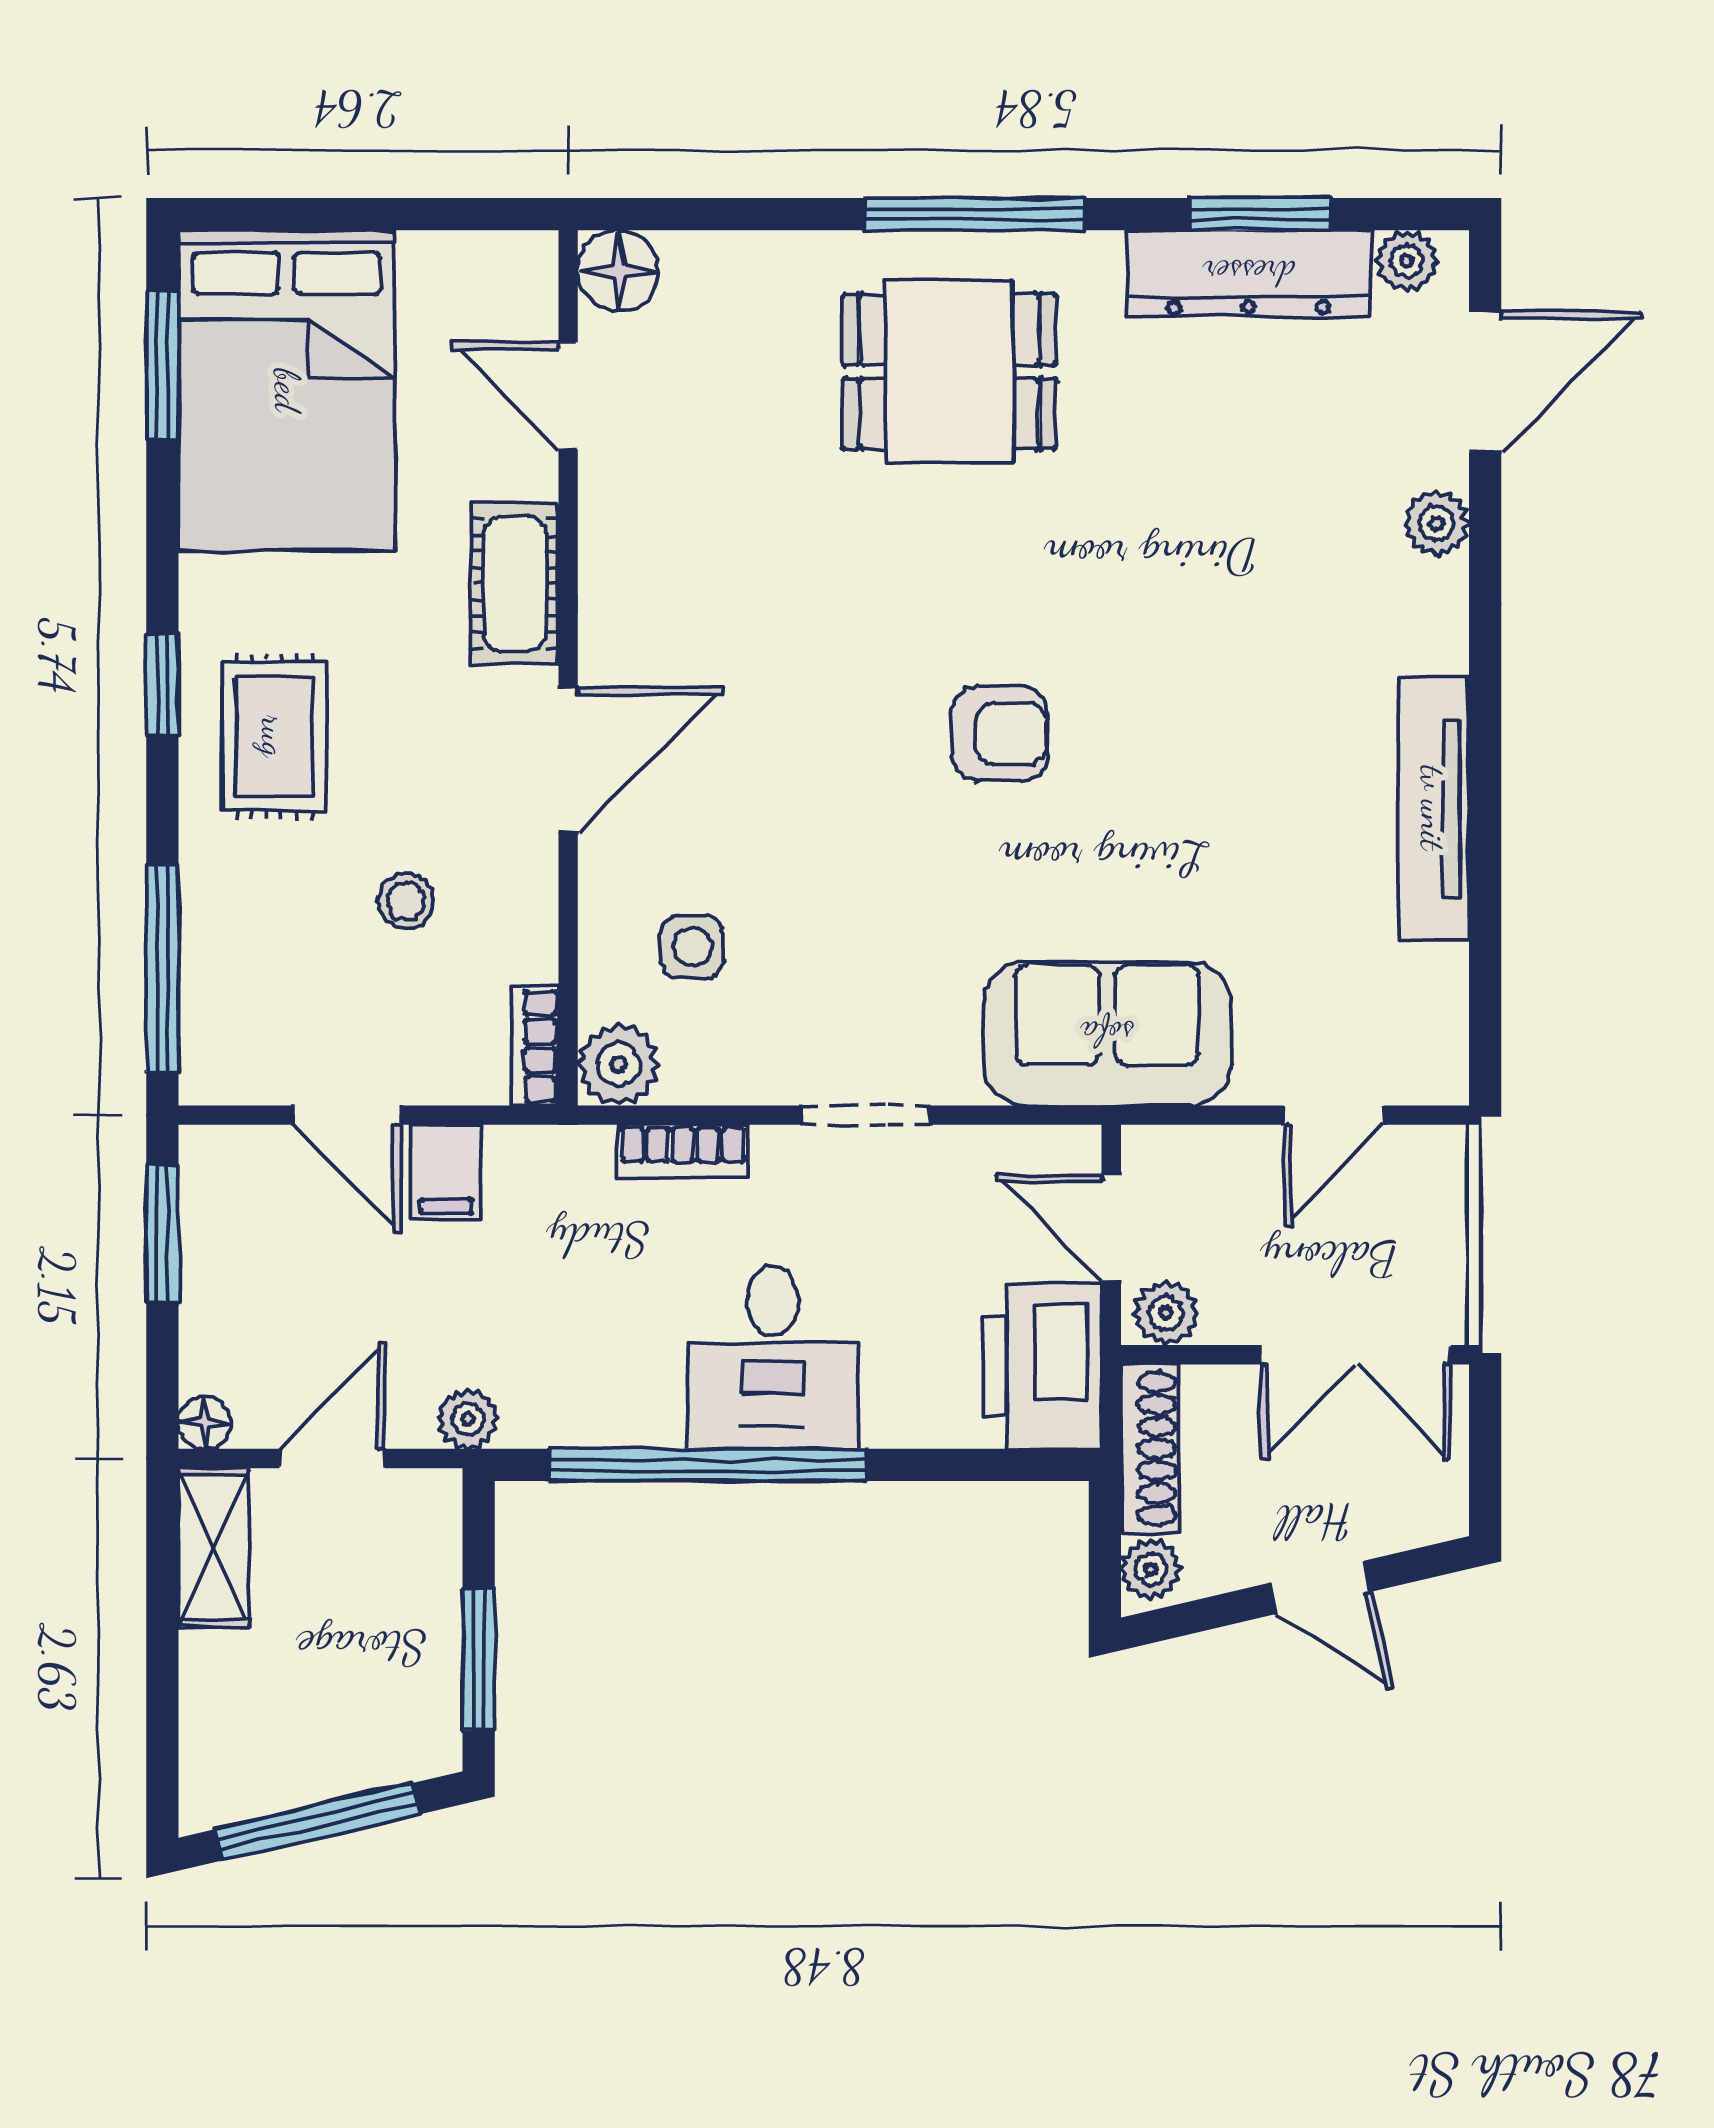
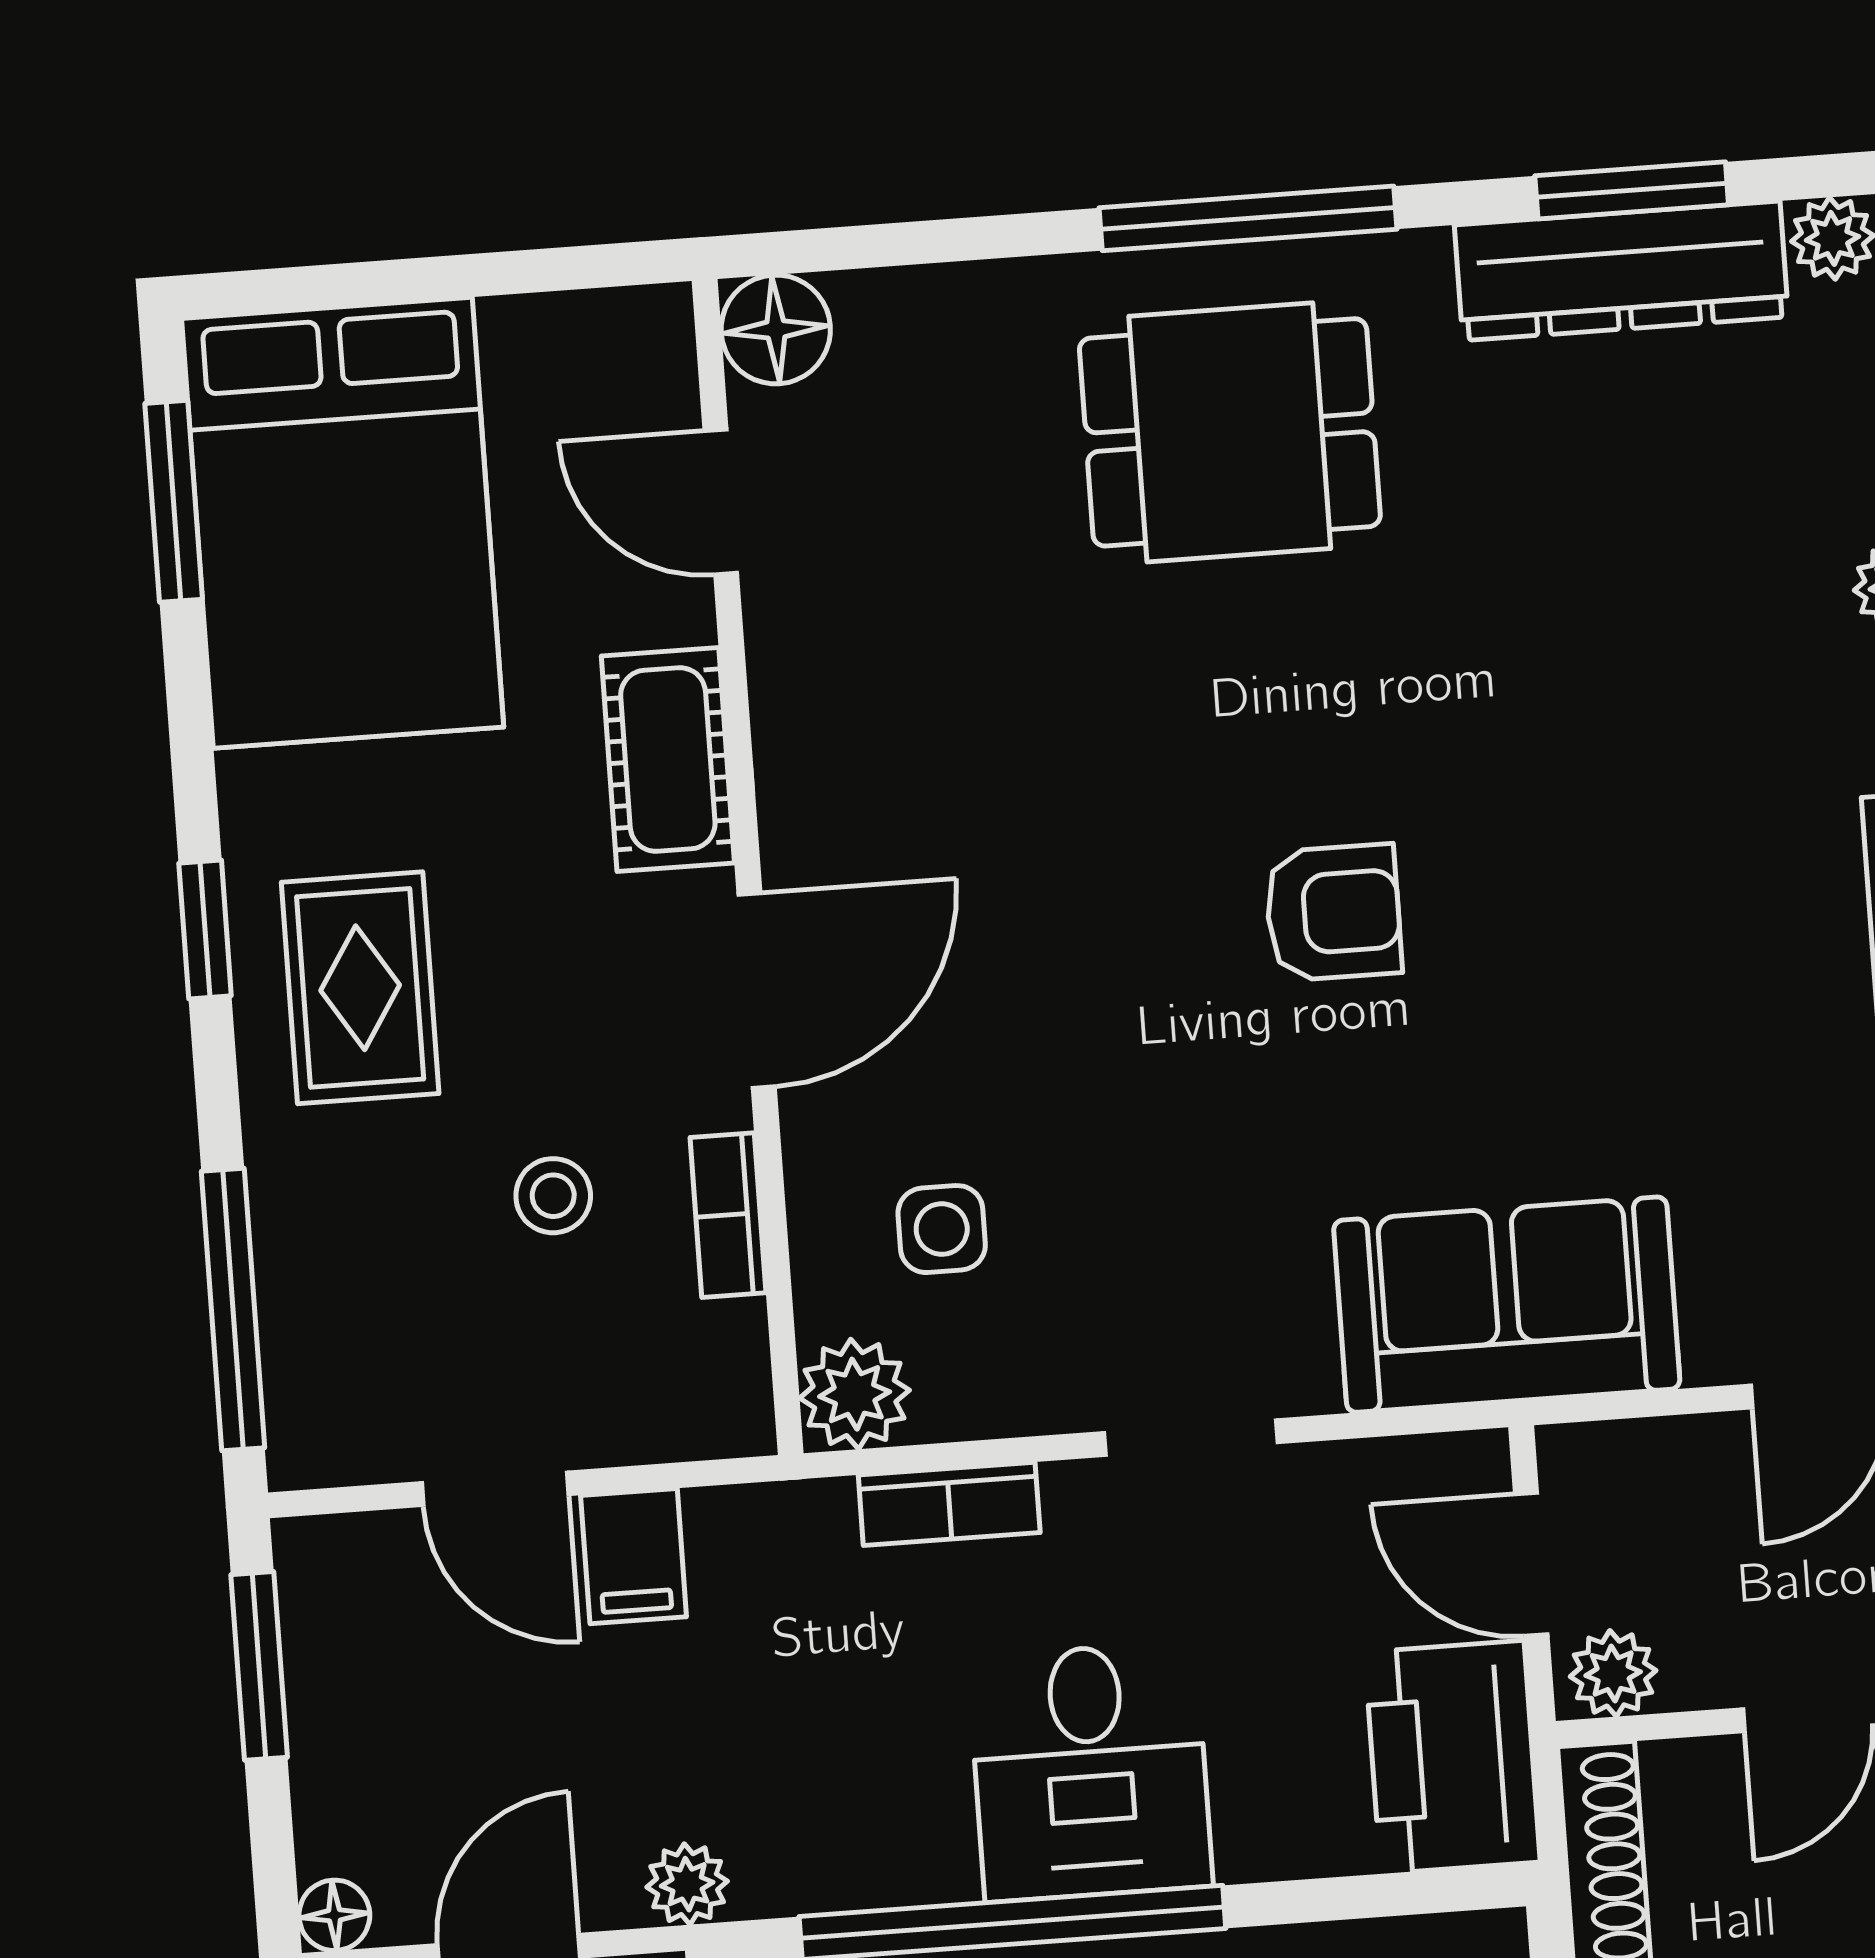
bookcase: (535, 1046) -> (728, 1215), moved

